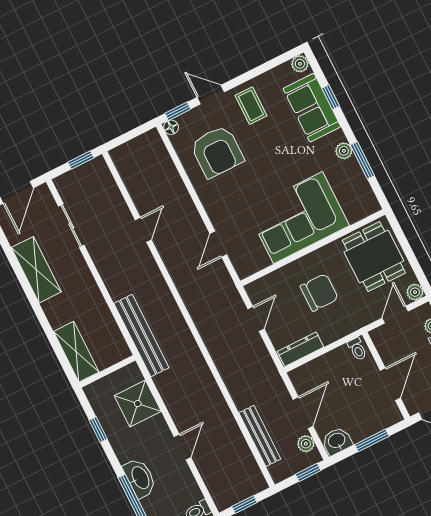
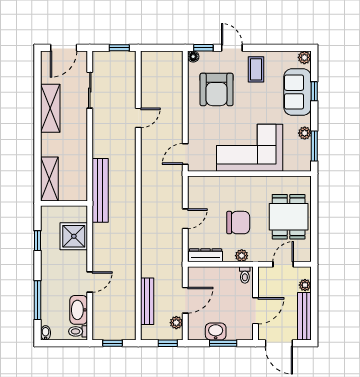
corner sofa: (298, 218) -> (250, 148), moved
wall: (313, 248) -> (249, 174), moved
plant: (415, 292) -> (242, 256), moved
washbasin: (337, 441) -> (216, 332), moved
washbasin: (140, 478) -> (79, 310), moved, turned 180

